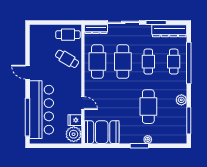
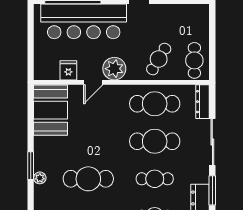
plant: (74, 134) -> (114, 69), moved

